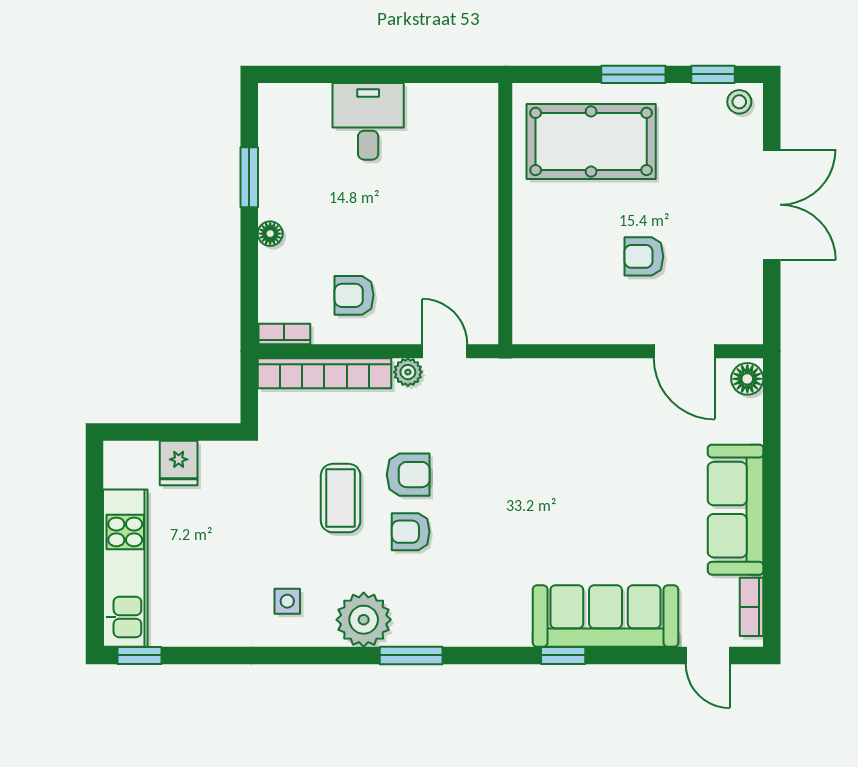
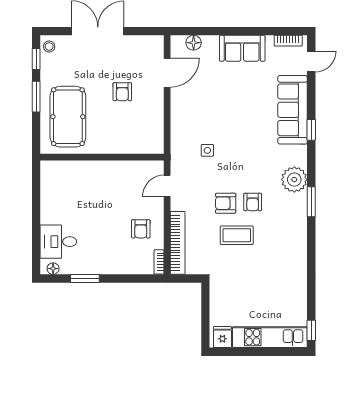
desk: (368, 121) -> (58, 242), moved
floor lamp: (270, 234) -> (53, 269), moved
plant: (408, 372) -> (177, 203), removed
floor lamp: (747, 379) -> (194, 43), moved
fridge: (179, 463) -> (222, 337), moved, turned -90
armchair: (408, 475) -> (226, 203), turned -90
sofa: (736, 510) -> (242, 48), width x0.73
side table: (287, 601) -> (207, 150), moved
plant: (364, 620) -> (294, 180), moved

